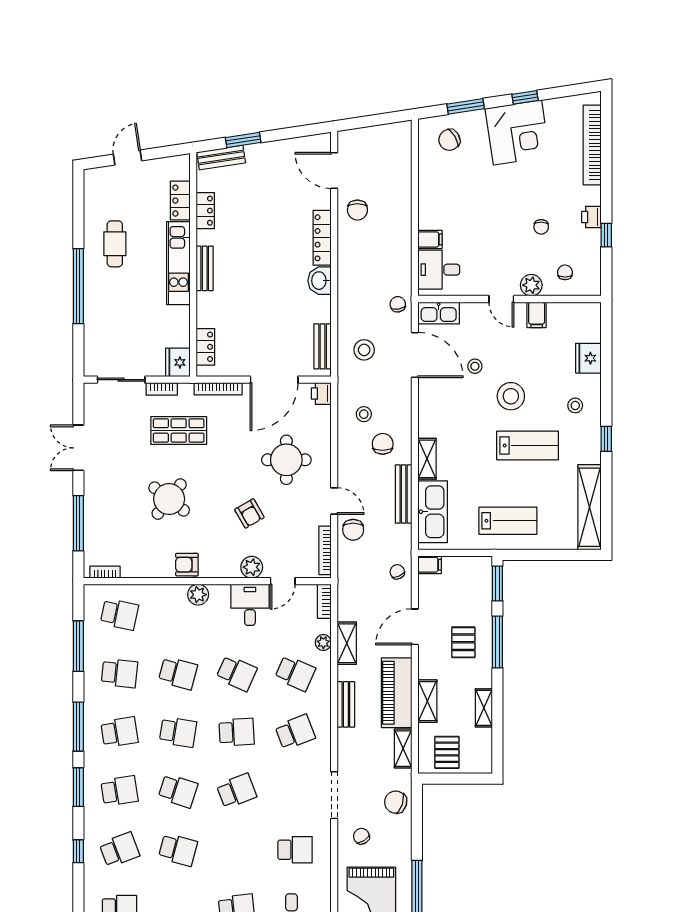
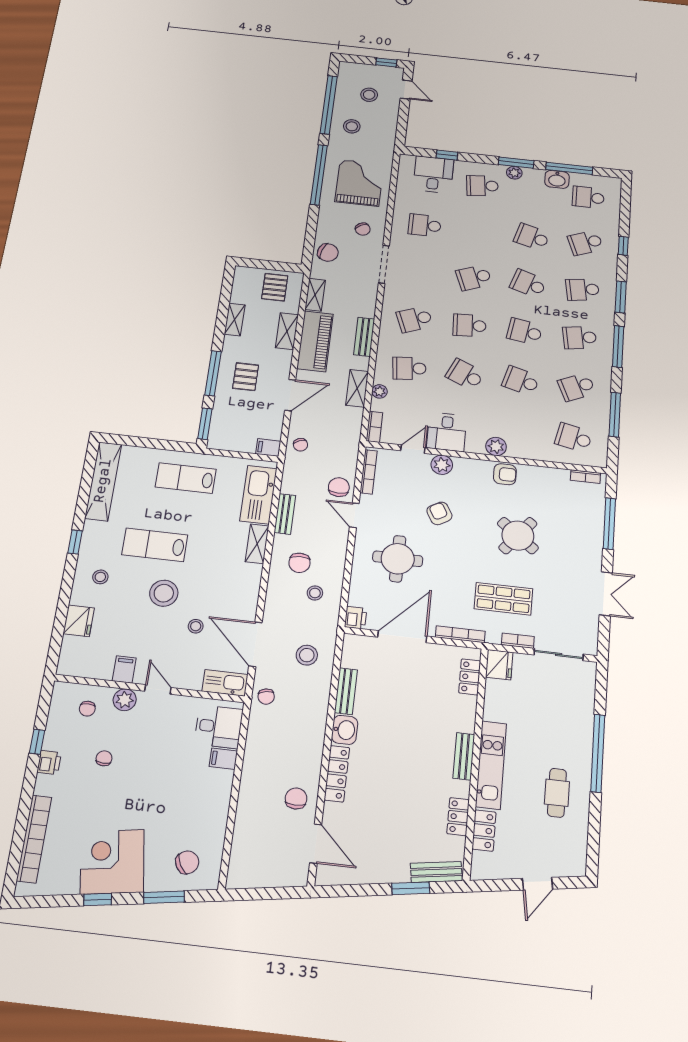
bench: (323, 346) -> (346, 691), moved
bench: (404, 494) -> (285, 514), width x0.73
school desk: (119, 673) -> (577, 387), turned -30
school desk: (295, 673) -> (409, 368), turned -30

